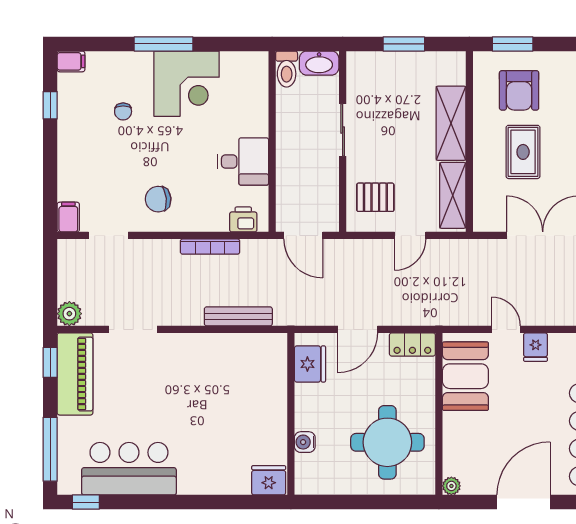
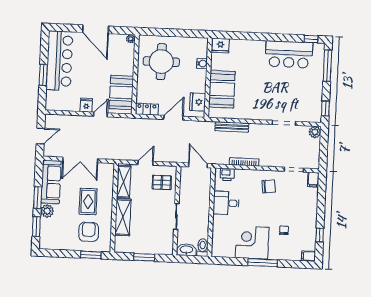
door: (506, 329) -> (100, 115), swing flipped
piano: (75, 374) -> (313, 102), removed
booth: (262, 392) -> (222, 89), added
door: (523, 502) -> (96, 29), hinge flipped

